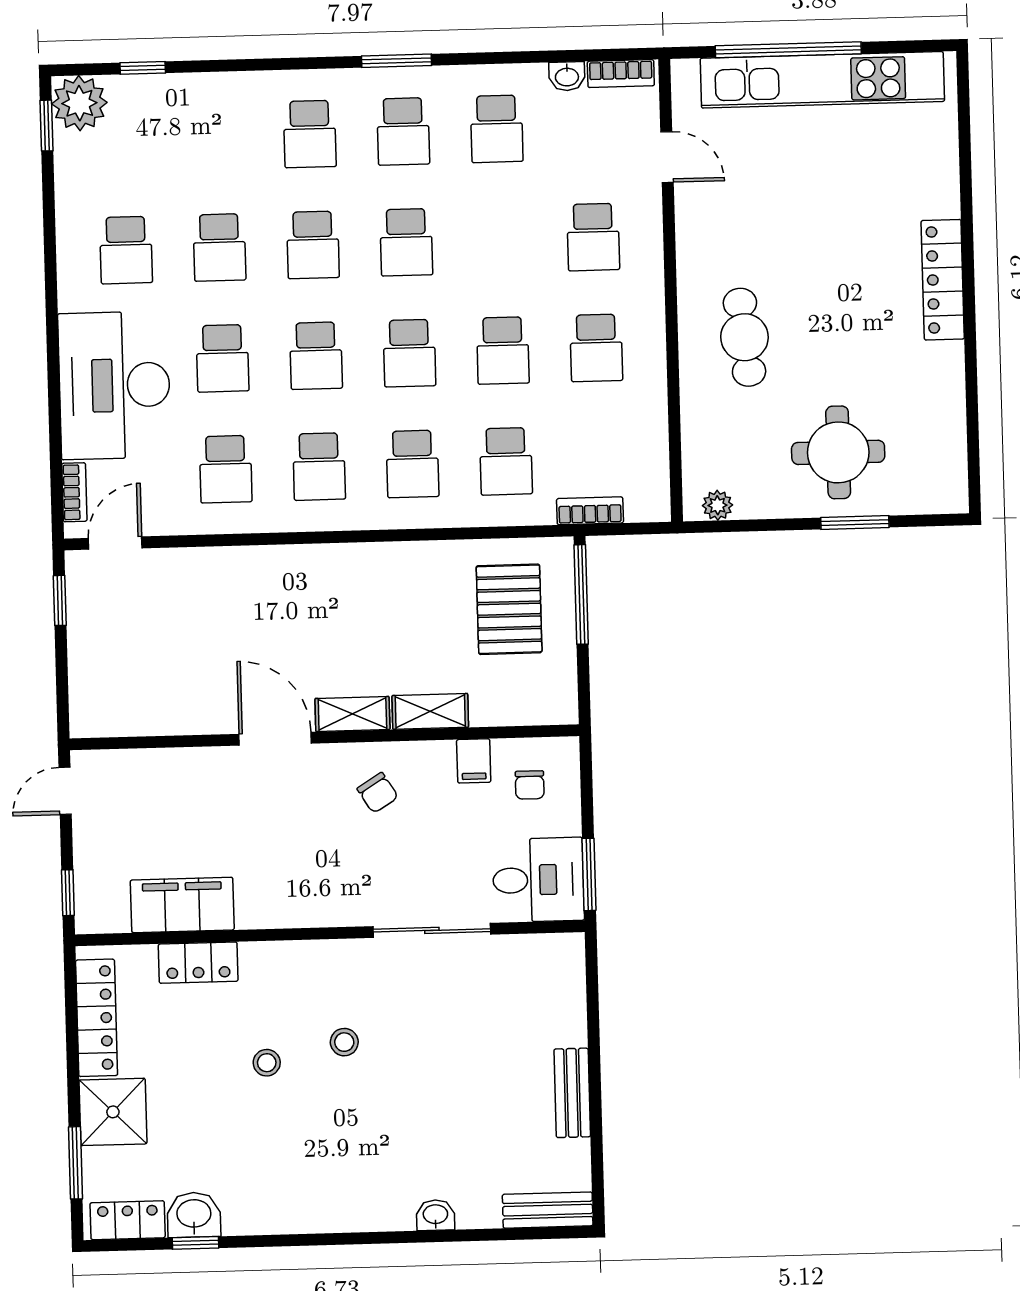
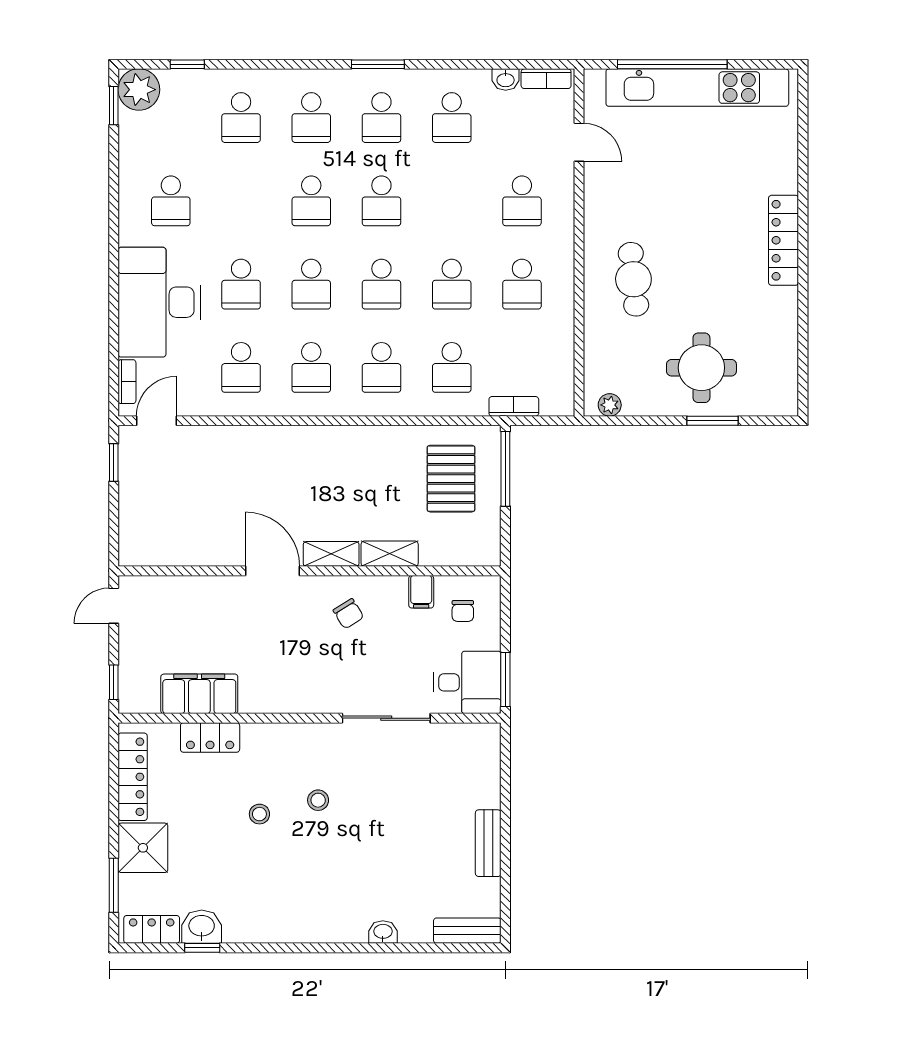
school desk: (219, 247) -> (241, 118), moved

